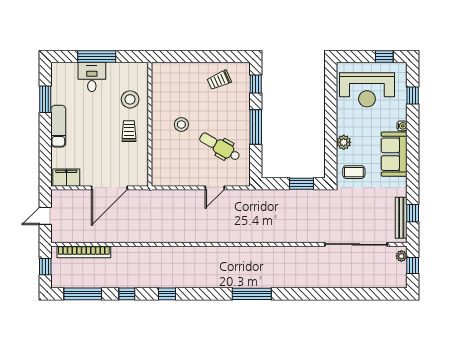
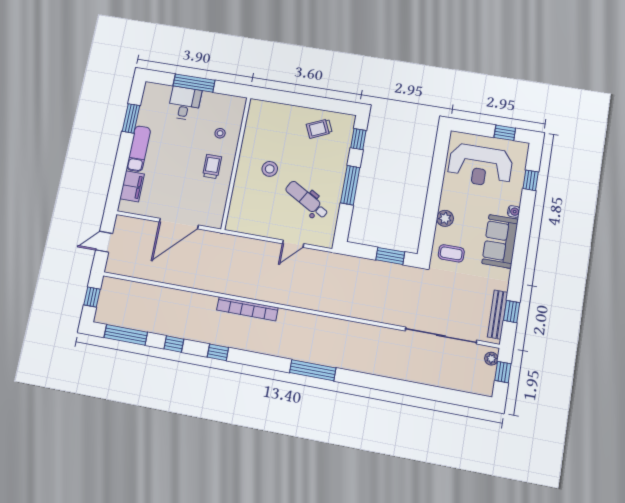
stool: (130, 99) -> (220, 133), width x0.53, depth x0.53
filing cabinet: (66, 178) -> (132, 186), moved, turned 90
bookcase: (84, 252) -> (247, 309), moved

